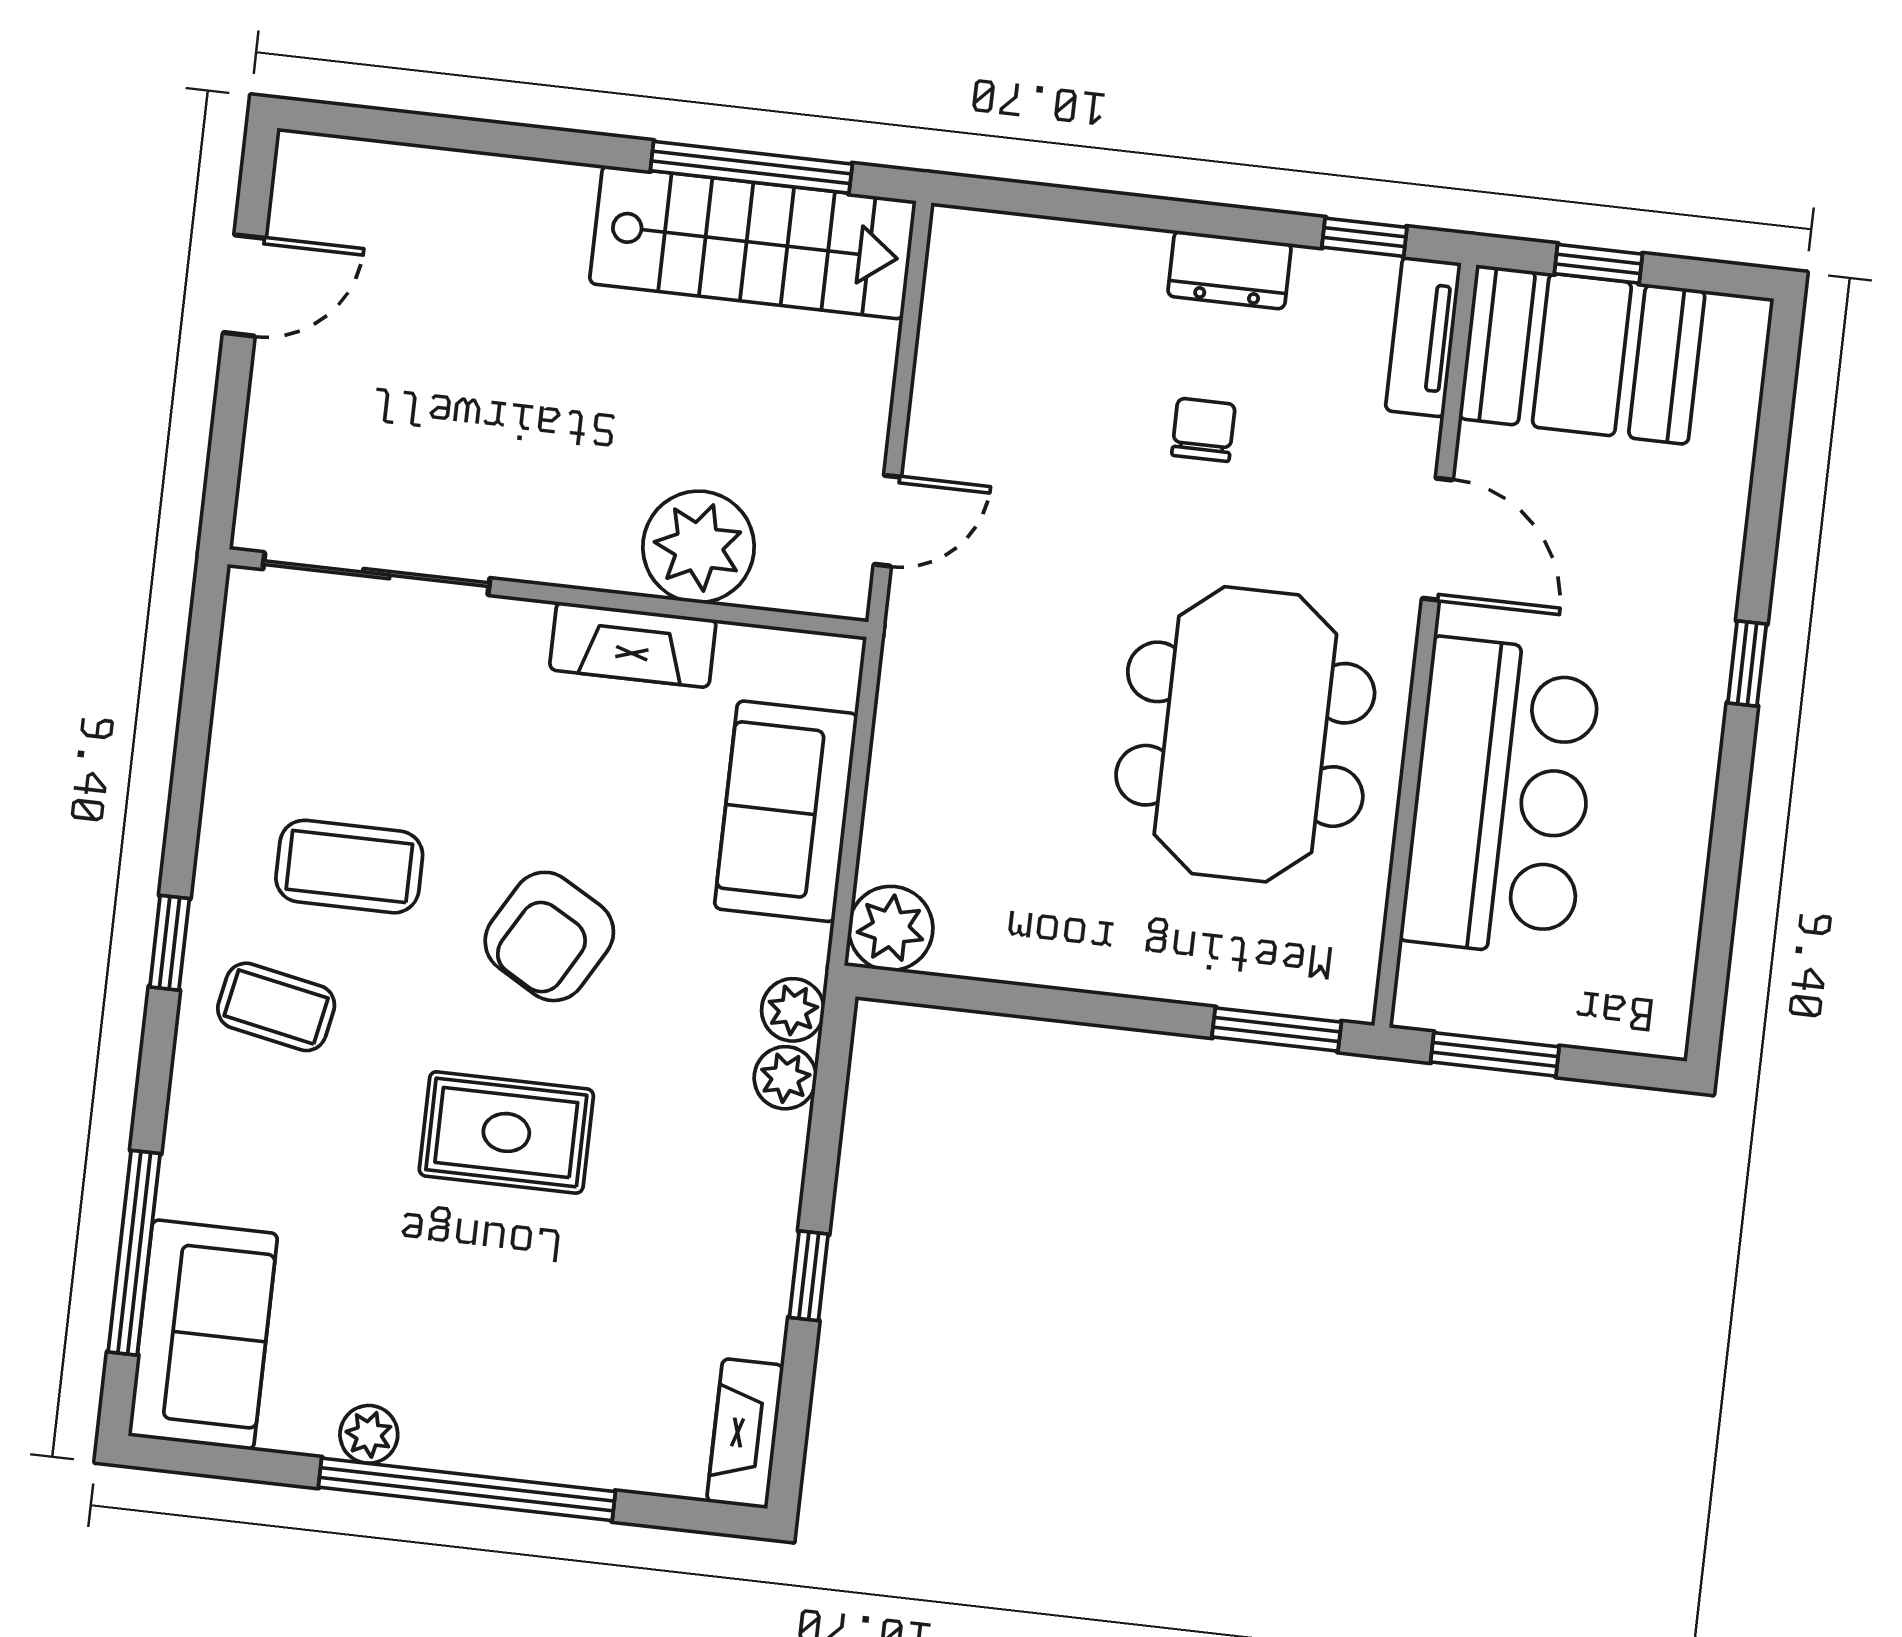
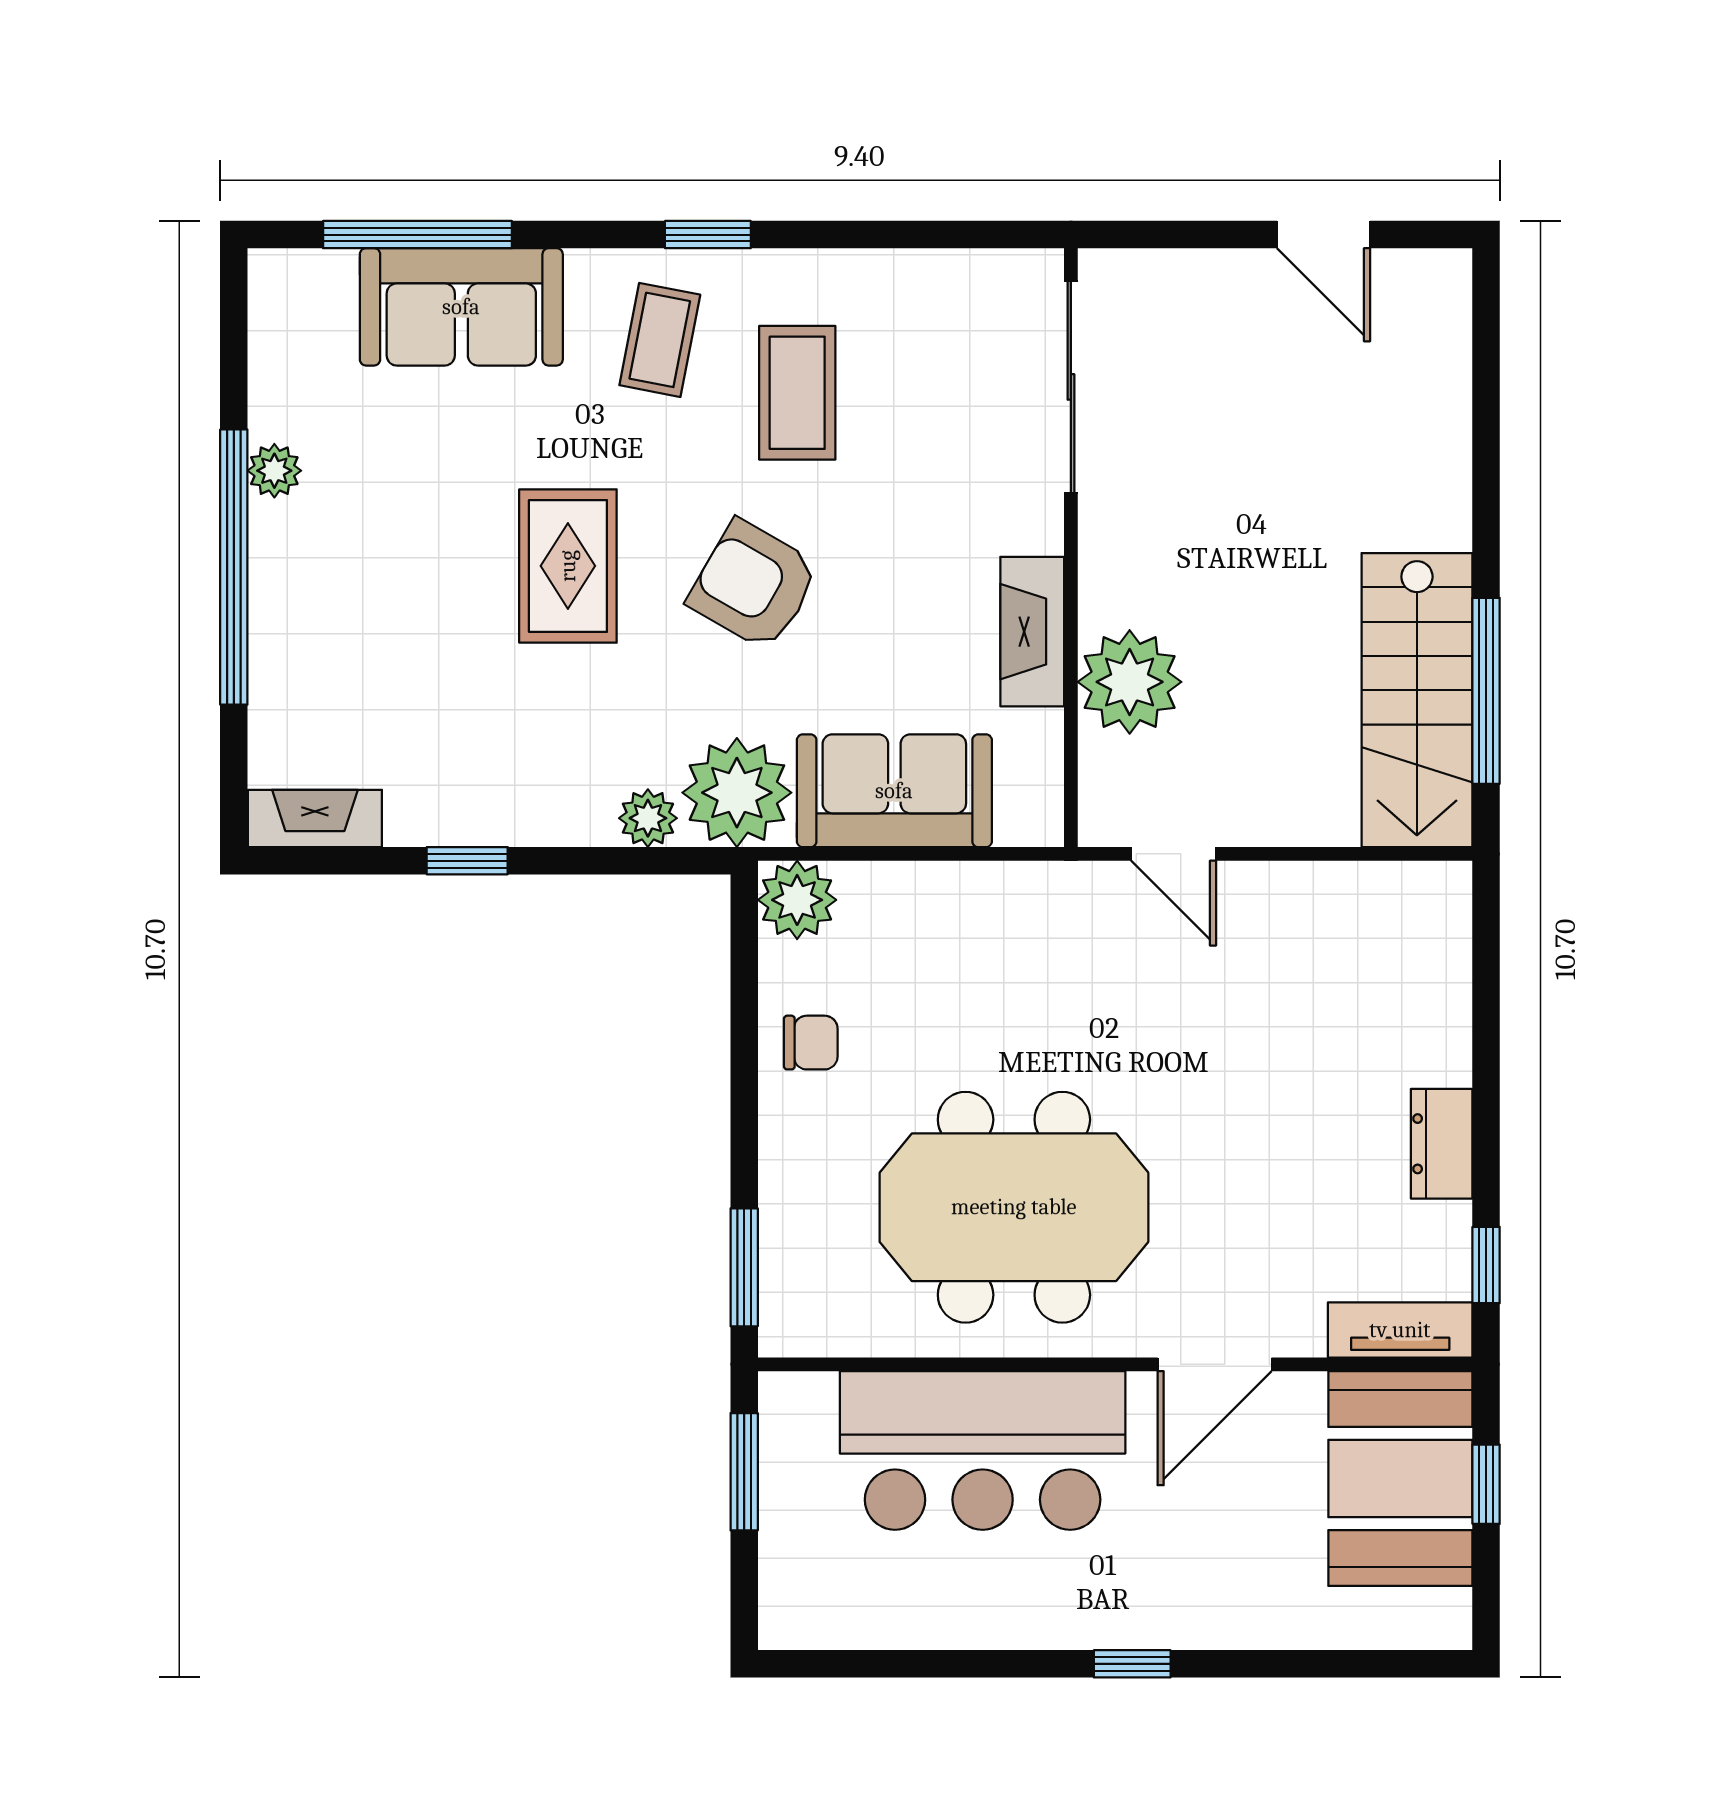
chair: (1203, 430) -> (811, 1043), moved
plant: (793, 1010) -> (737, 793), width x1.88, depth x1.88
sofa: (203, 1335) -> (461, 307), moved

